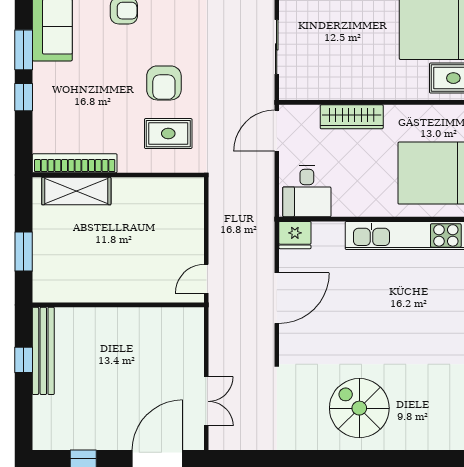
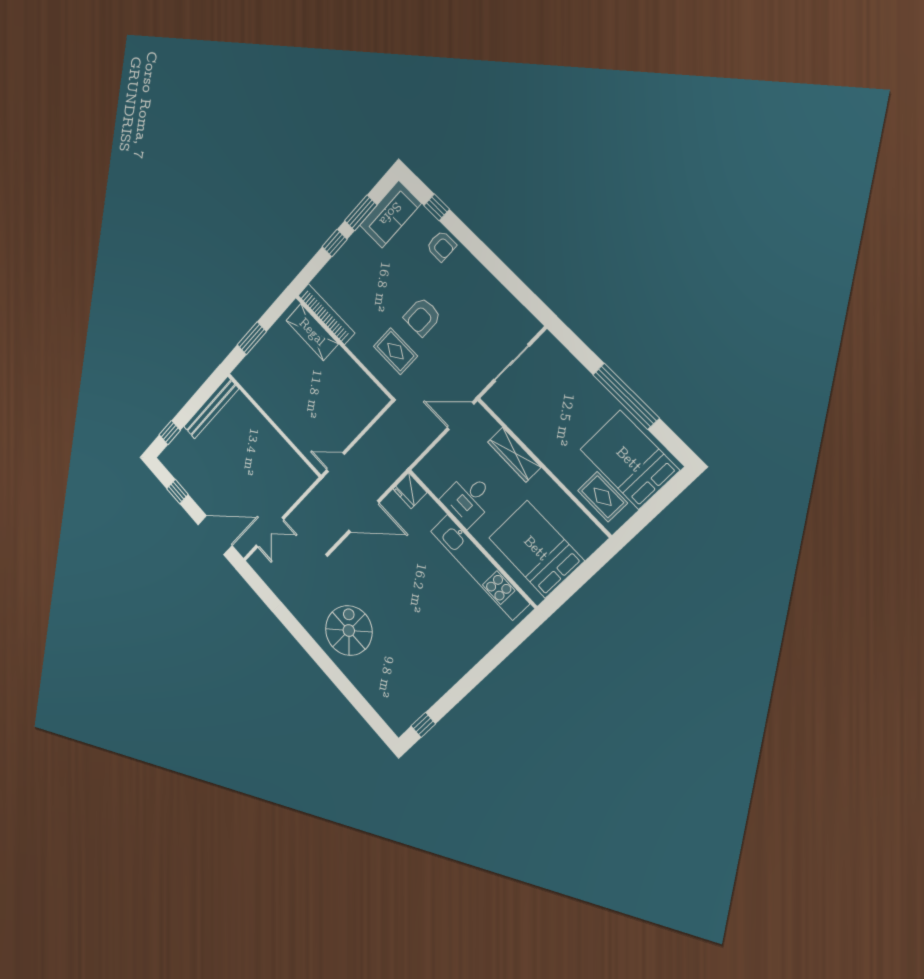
desk: (307, 191) -> (468, 499), moved
window: (24, 360) -> (170, 433), moved

